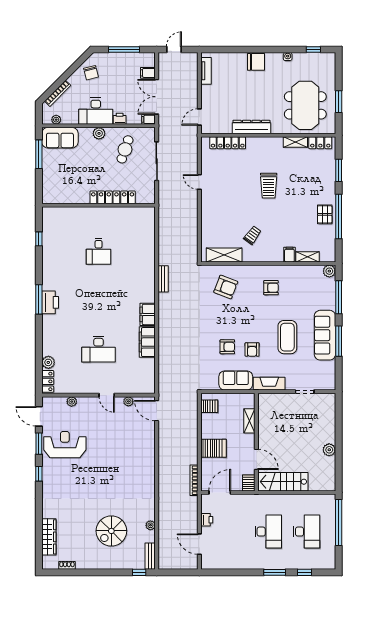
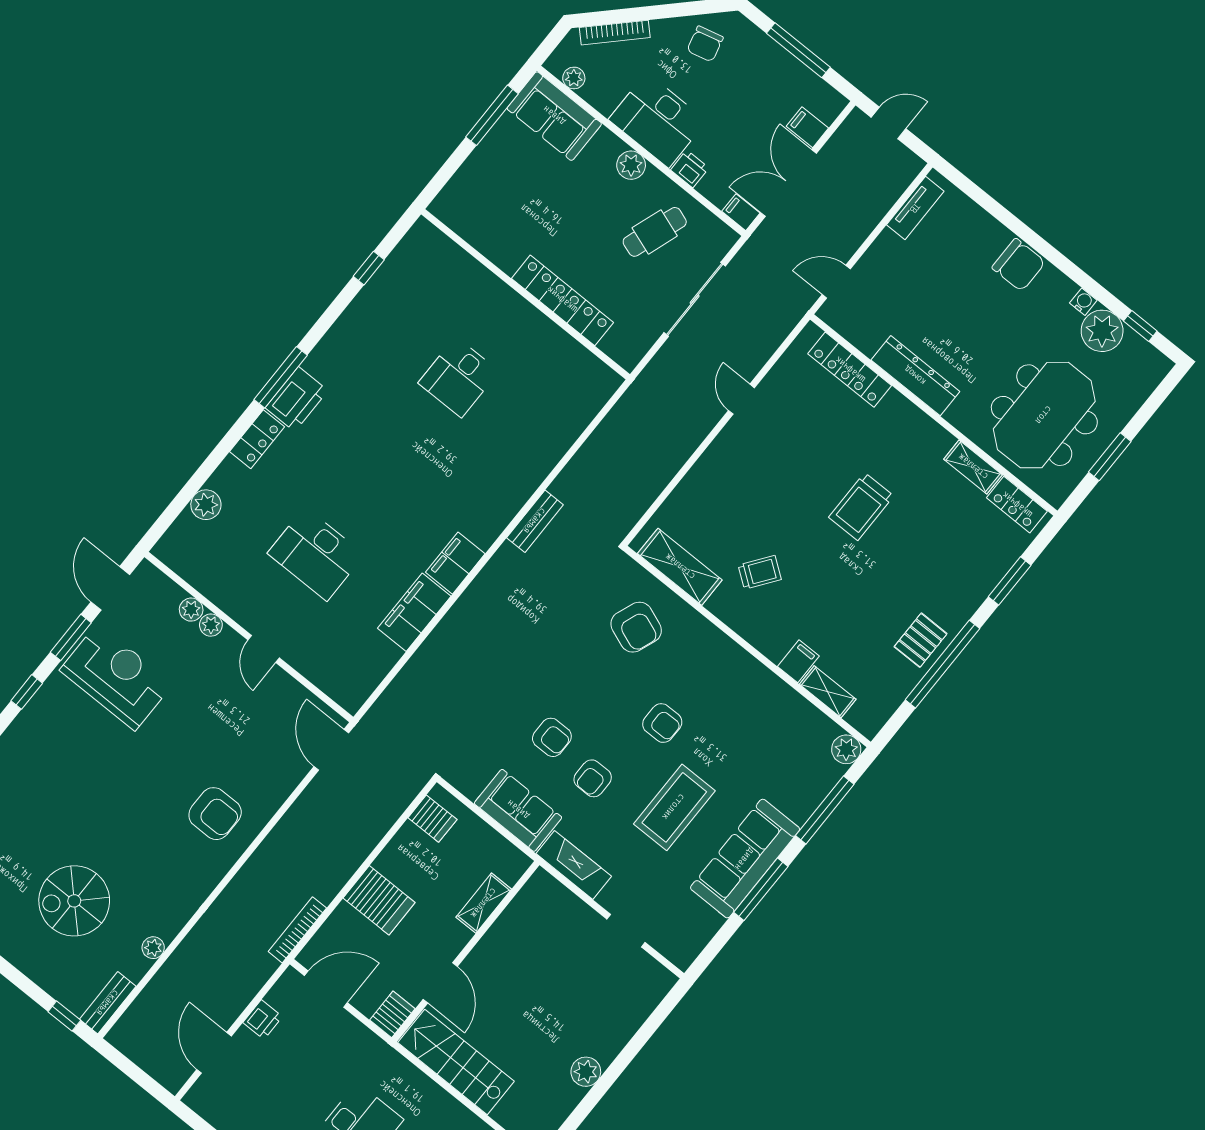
plant: (302, 61) -> (1102, 331), added
armchair: (271, 288) -> (662, 723), moved
locker: (48, 381) -> (257, 439), moved
plant: (128, 401) -> (211, 625), moved
armchair: (135, 464) -> (215, 814), added

